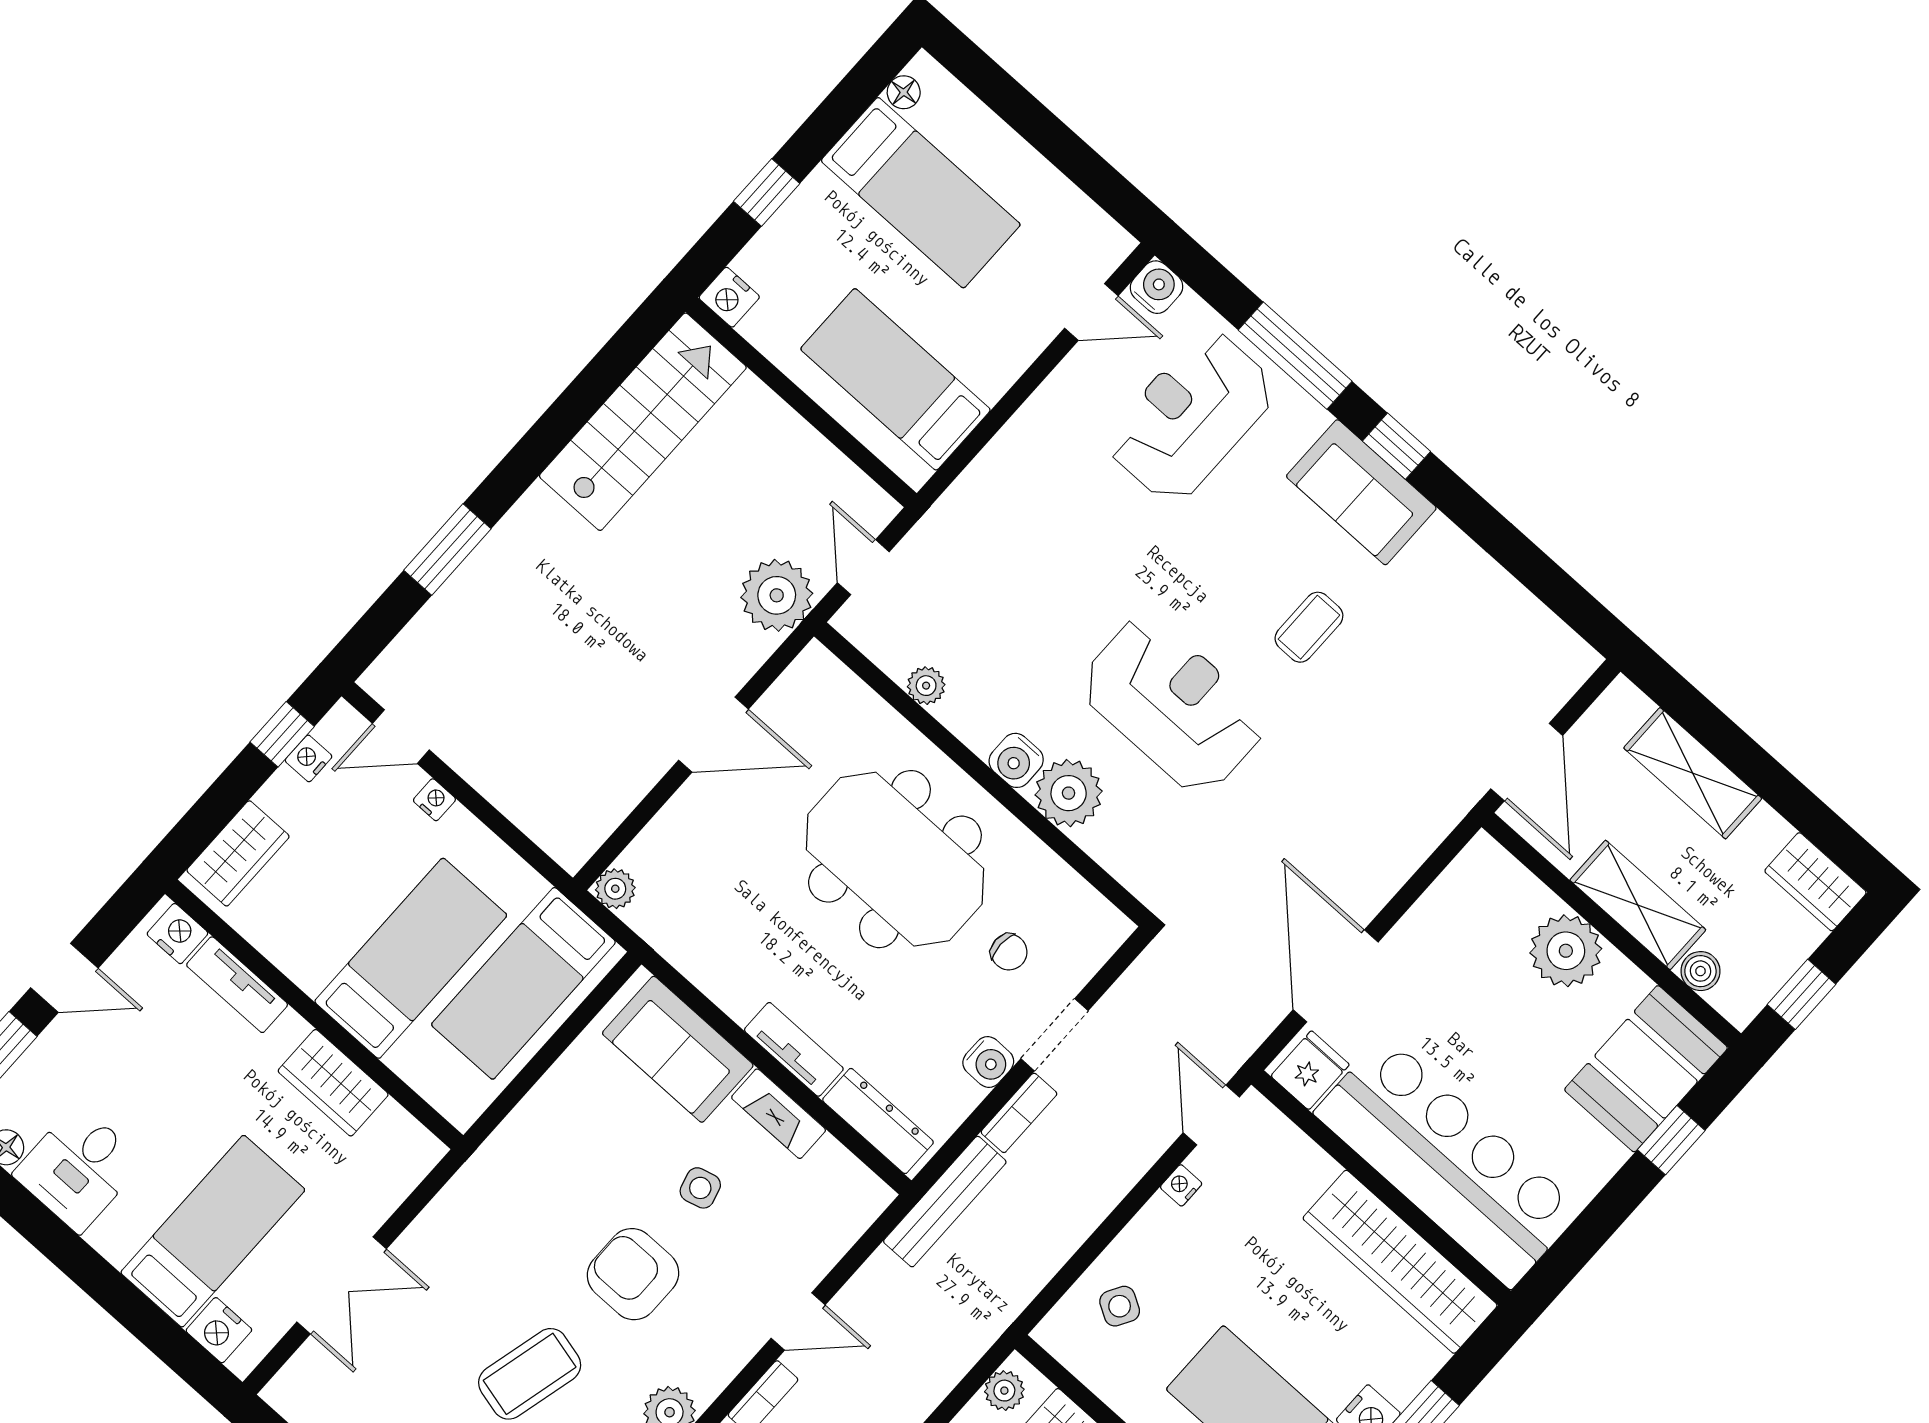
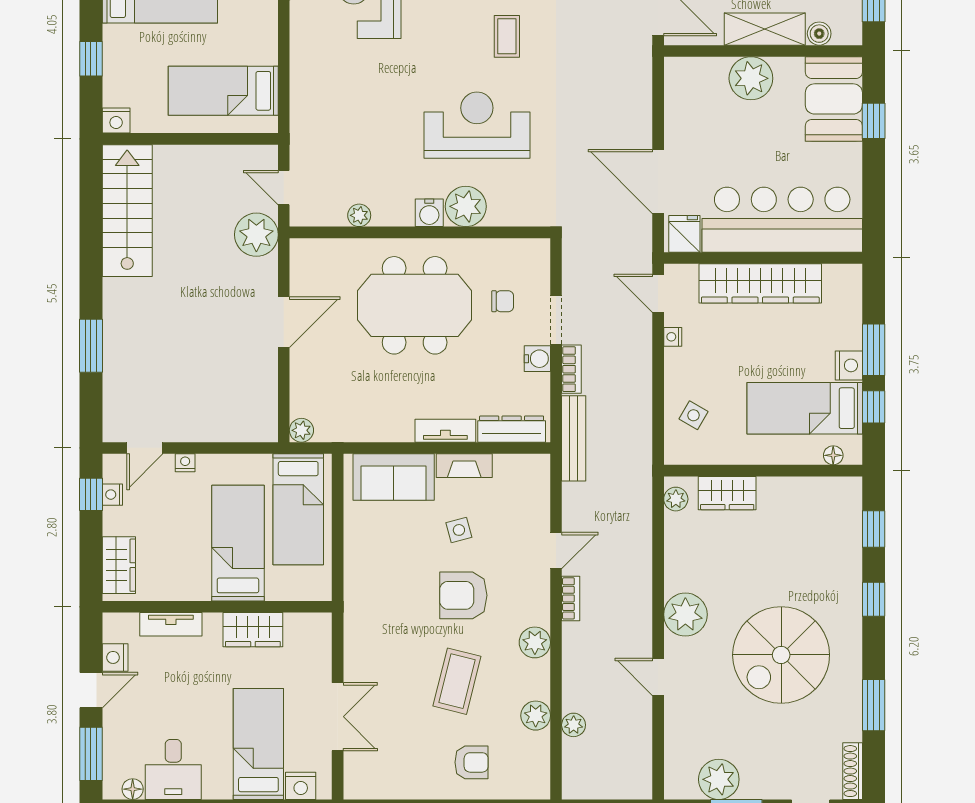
nightstand: (177, 934) -> (115, 657), moved, turned -90
wardrobe: (1400, 1262) -> (760, 283), moved

